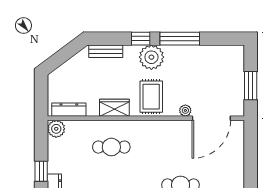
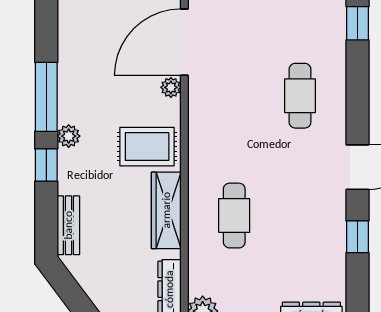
plant: (151, 57) -> (69, 136), width x0.53, depth x0.53
wardrobe: (114, 108) -> (166, 210), width x1.50
door: (211, 118) -> (184, 42), swing flipped

